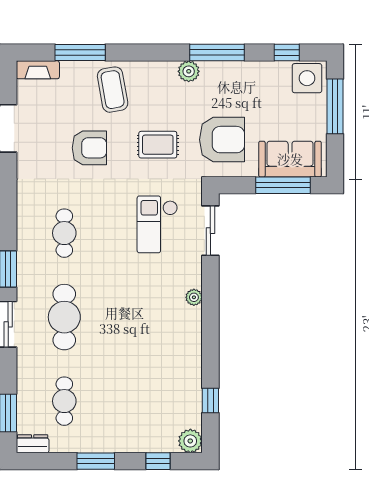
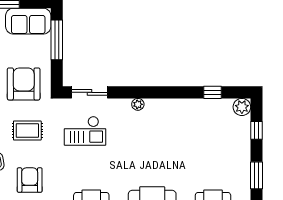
rug: (158, 145) -> (27, 131), turned 90
sofa: (290, 159) -> (28, 21), moved, turned -90

